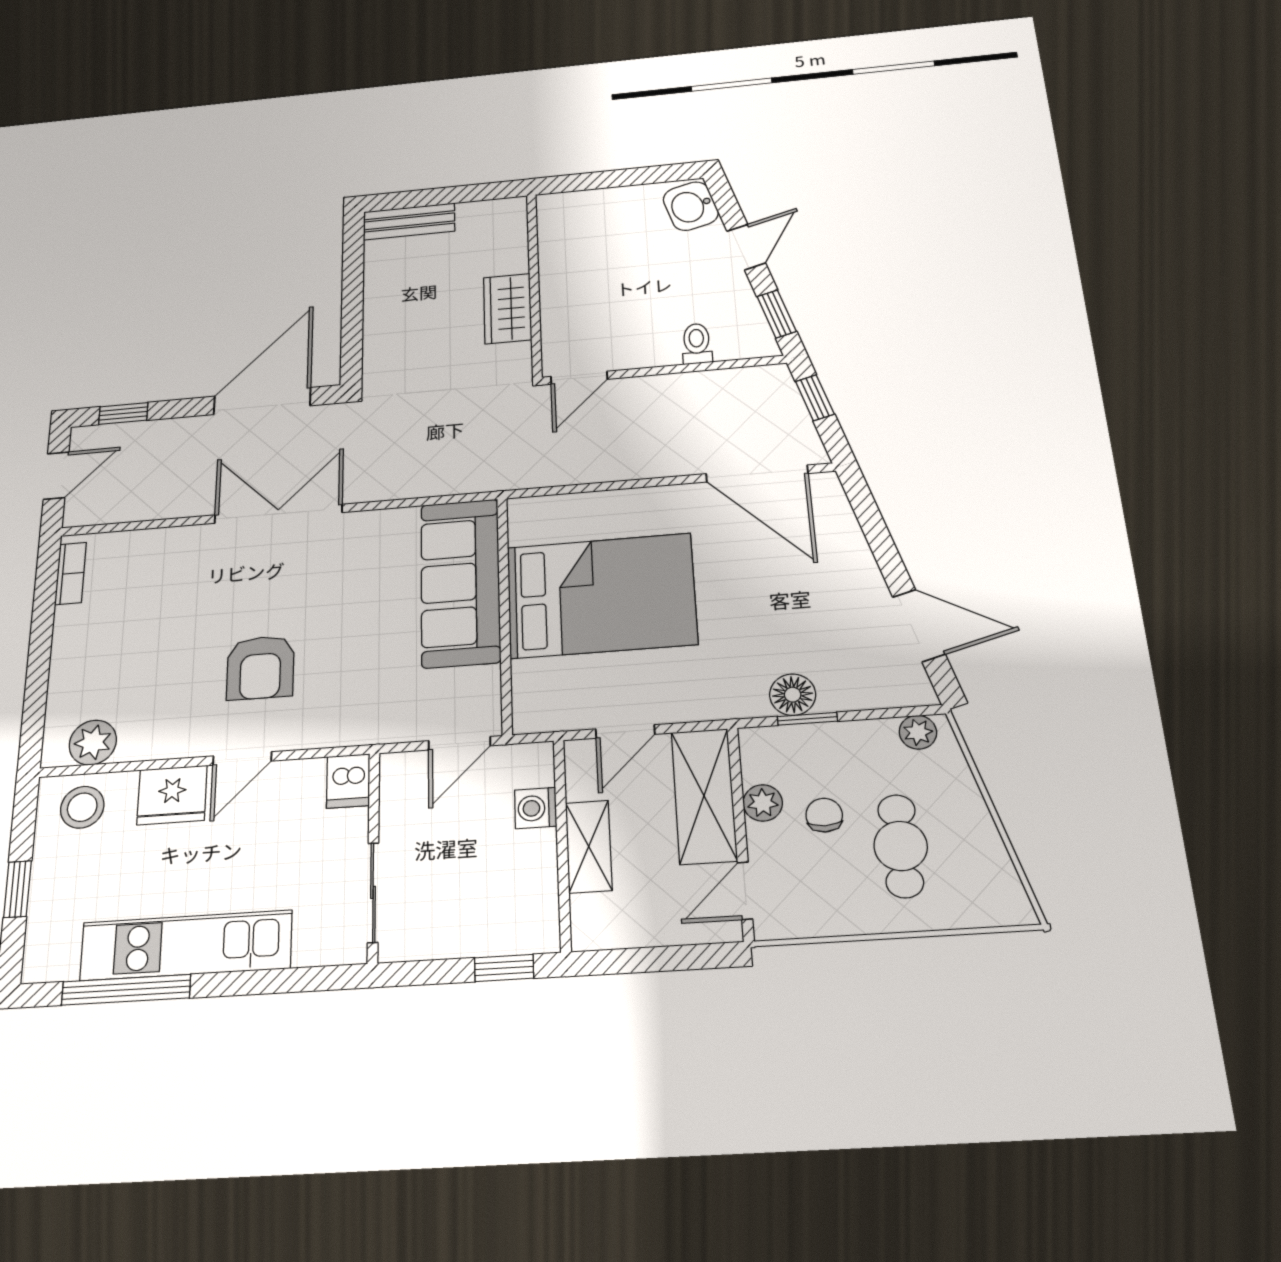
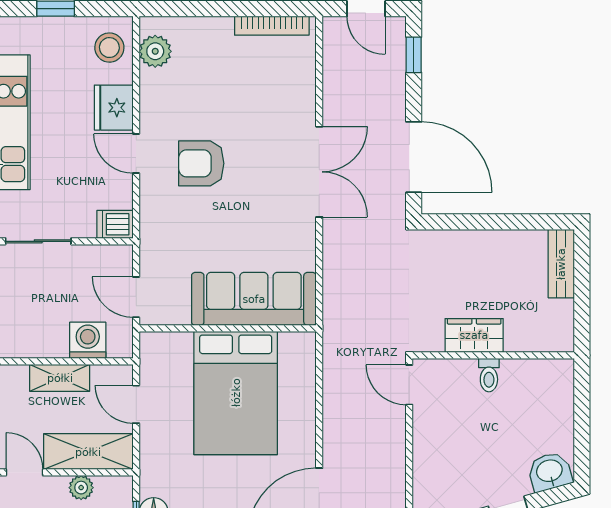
toilet: (697, 344) -> (489, 375), moved, turned 90
bookcase: (71, 573) -> (272, 26), width x1.56
washing machine: (536, 808) -> (88, 340), width x1.38, depth x1.38

